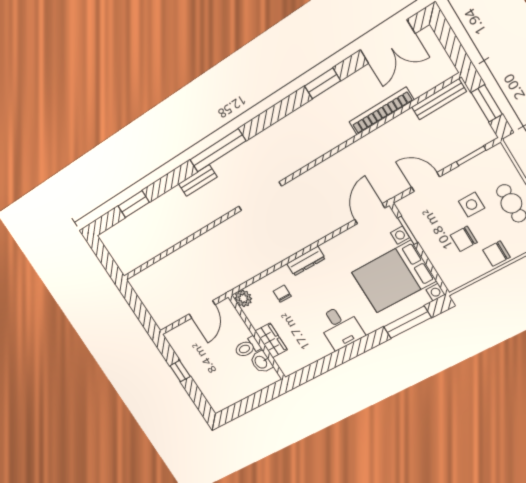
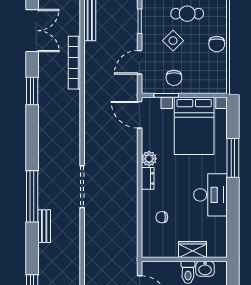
side table: (472, 205) -> (173, 41), turned 45
chair: (464, 239) -> (174, 78), moved
dresser: (306, 261) -> (148, 178), width x0.70
plant: (243, 298) -> (149, 159), moved
window: (407, 322) -> (233, 158), moved
desk: (340, 327) -> (210, 195), width x1.37

